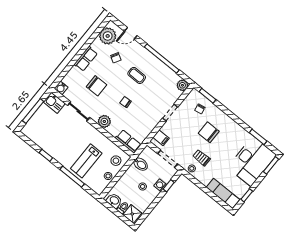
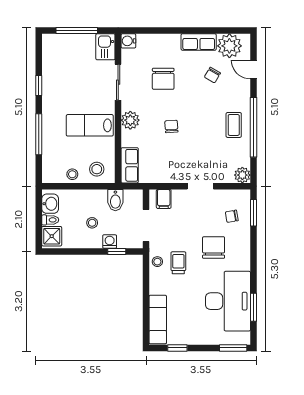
row of seats: (86, 59) -> (199, 42), moved
coffee table: (137, 75) -> (234, 125), moved
lab bench: (86, 161) -> (90, 125), moved
desk: (252, 161) -> (228, 301), moved, turned -90

